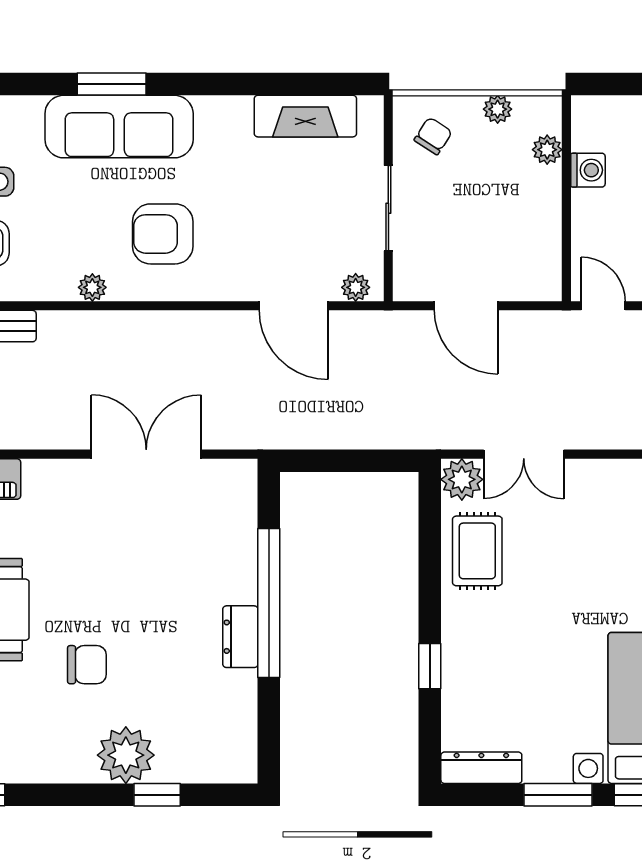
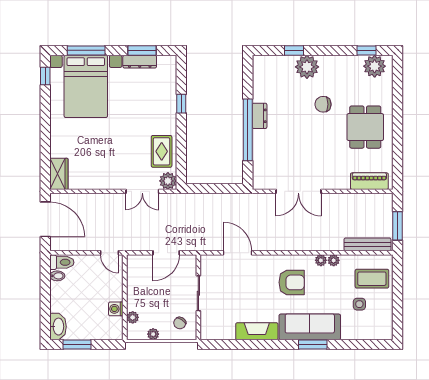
fireplace: (305, 116) -> (257, 331), moved
plant: (356, 287) -> (334, 260), moved
door: (466, 306) -> (166, 253), swing flipped
double door: (524, 454) -> (142, 191), swing flipped
dresser: (481, 768) -> (140, 62), moved
window: (558, 795) -> (142, 50), moved

